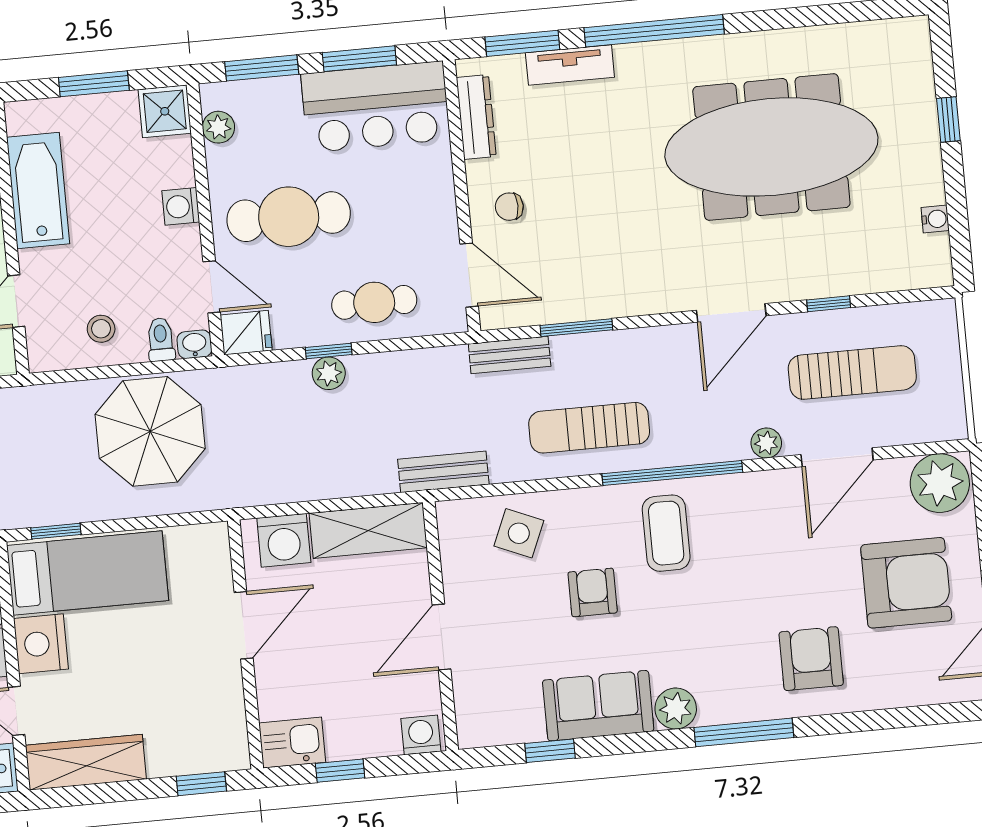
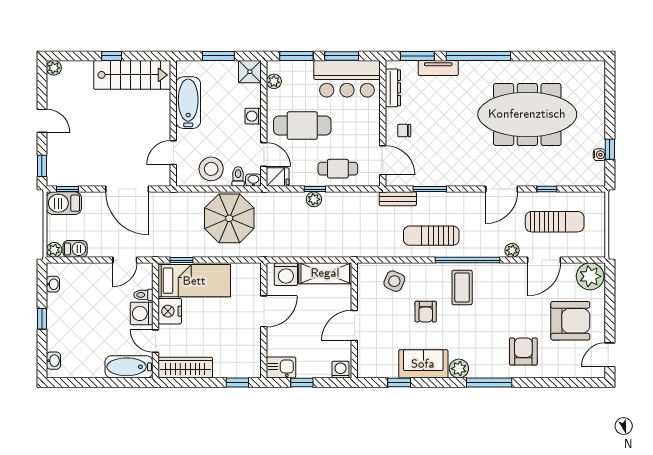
window: (948, 120) -> (610, 149), moved
stool: (101, 329) -> (211, 169), width x1.89, depth x1.89
bench: (443, 472) -> (362, 250), removed
armchair: (593, 592) -> (426, 312), turned 180

